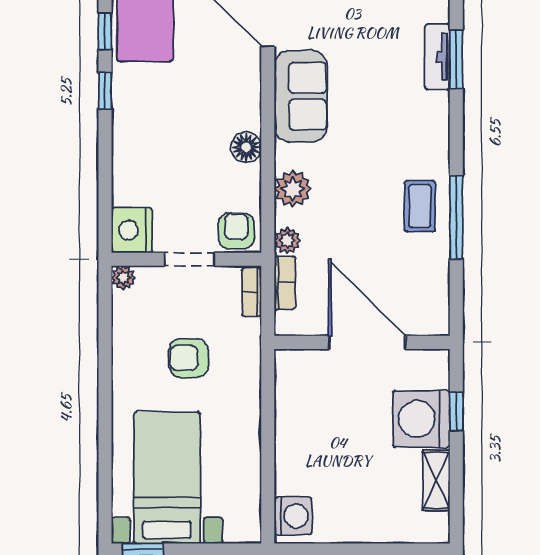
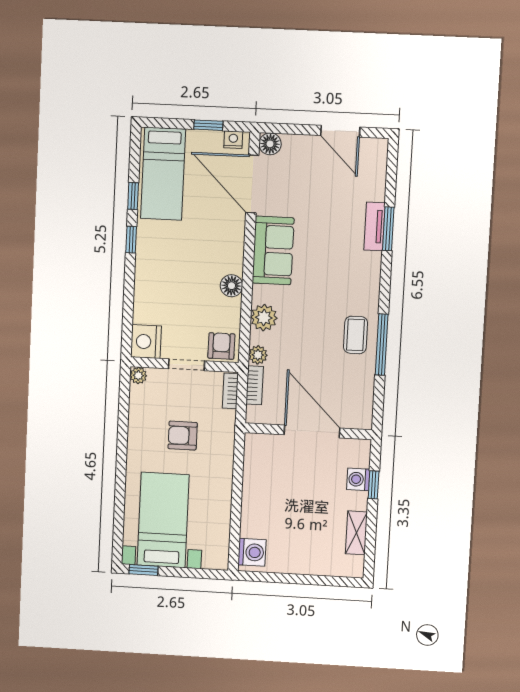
washing machine: (421, 419) -> (358, 479), width x0.53, depth x0.53

